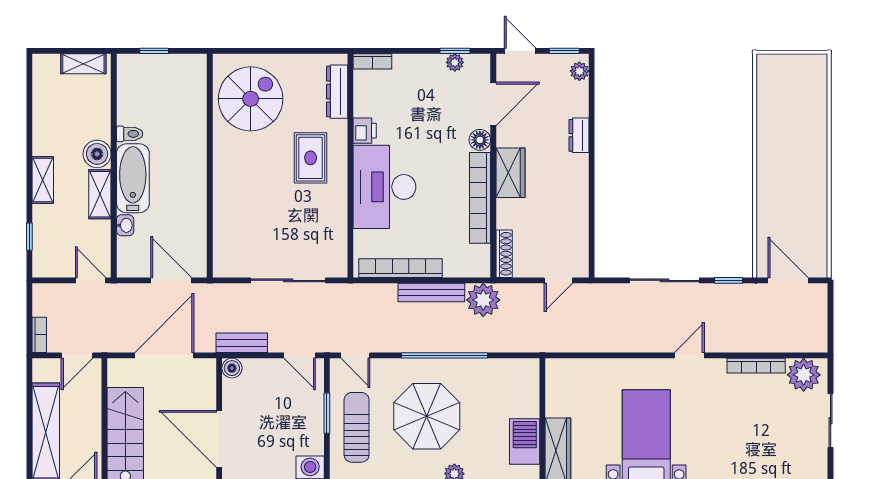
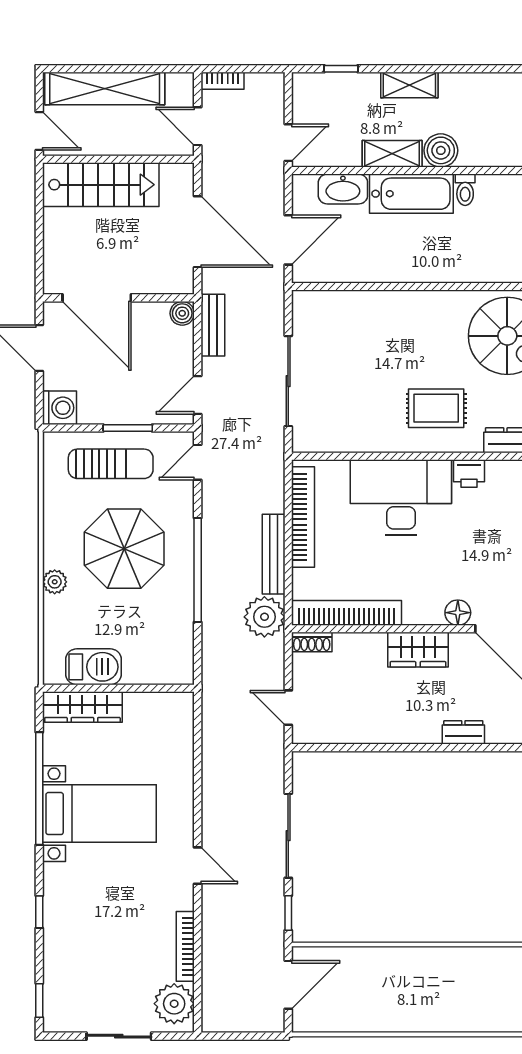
bookcase: (480, 198) -> (346, 613), moved
washbasin: (125, 225) -> (343, 189), width x1.91, depth x1.45
shoe rack: (504, 254) -> (312, 642), width x0.70
door: (219, 439) -> (97, 298), swing flipped

